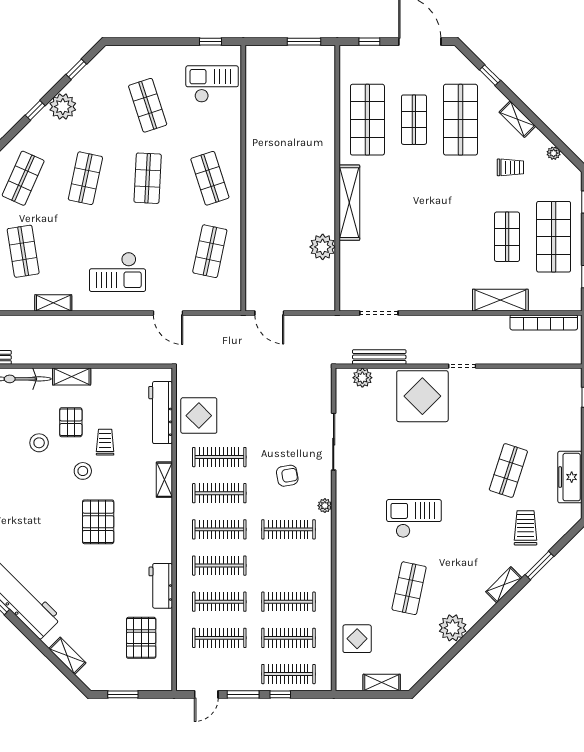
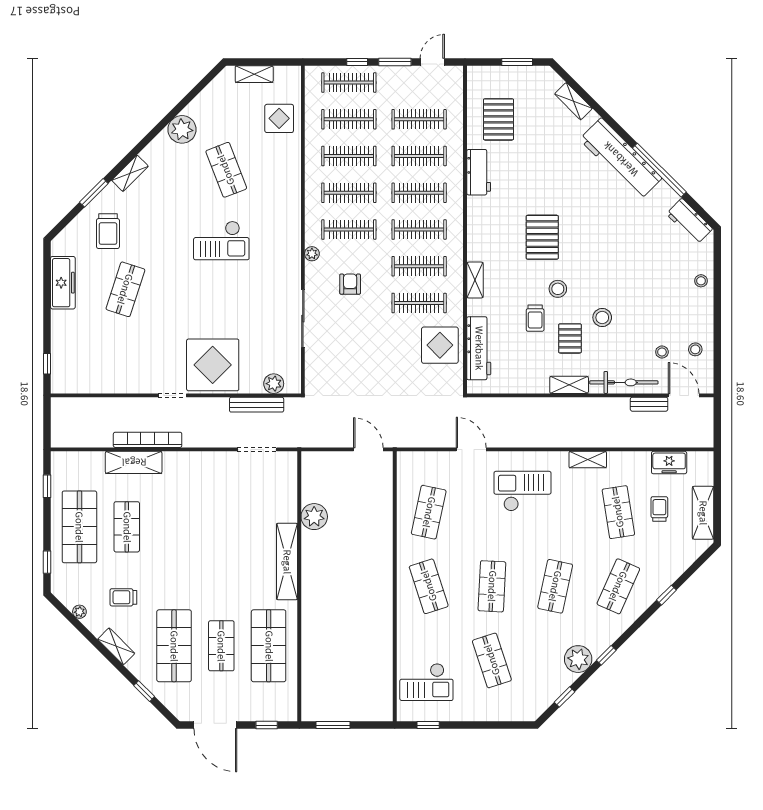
bookcase: (544, 322) -> (148, 440), moved
armchair: (287, 476) -> (350, 284), turned 100
clothes rail: (288, 566) -> (349, 193), added
shop shelf: (409, 588) -> (226, 170), turned -33

